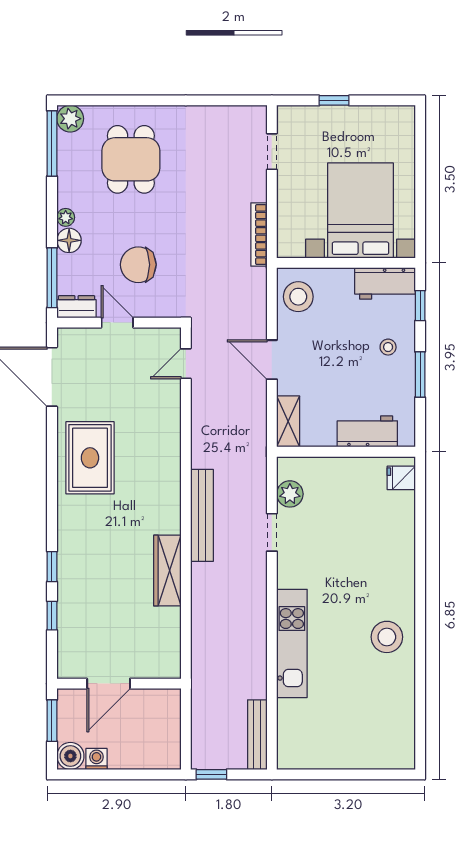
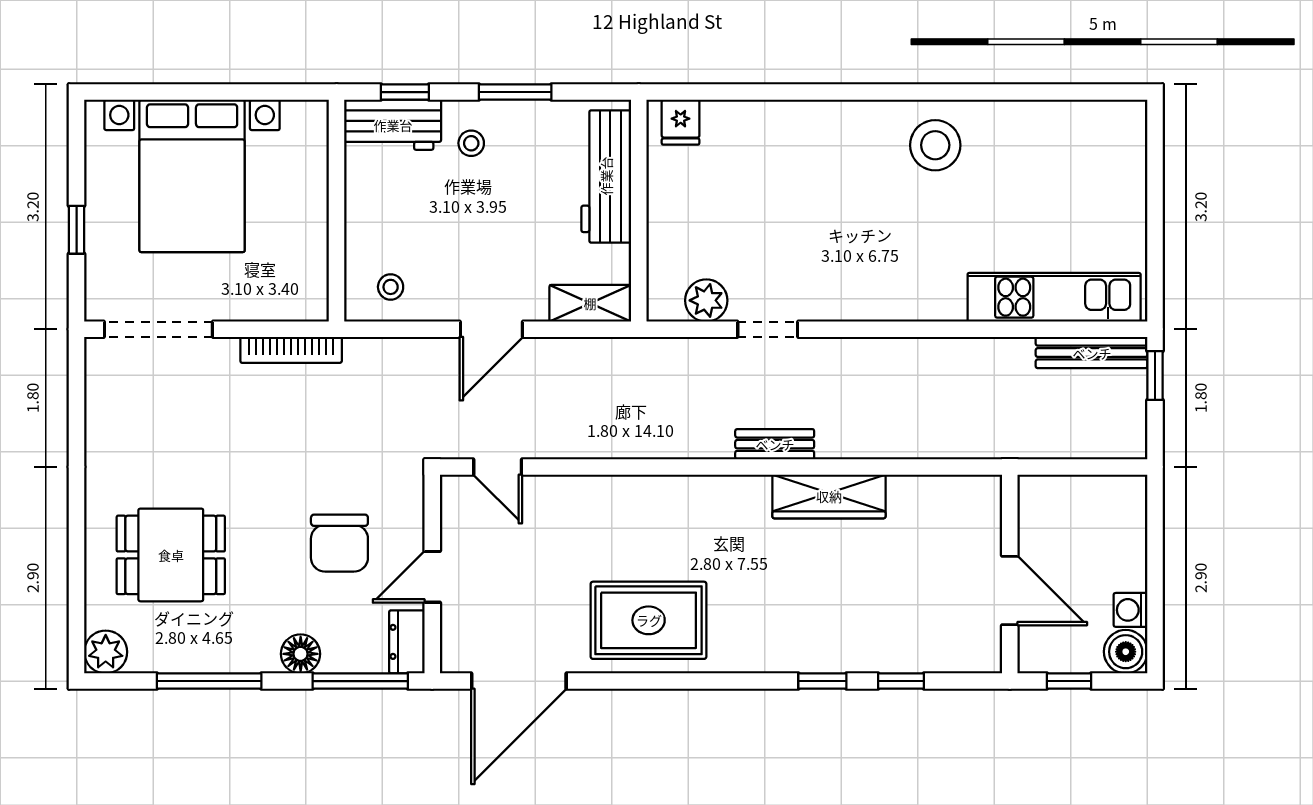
window: (52, 143) -> (209, 681), moved
doorway: (272, 152) -> (158, 329), width x1.88
bed with nightstands: (360, 211) -> (192, 176), moved, turned -90
plant: (66, 217) -> (264, 659), removed
workbench: (385, 283) -> (393, 125), moved, turned 90
stool: (298, 297) -> (391, 287), width x0.53, depth x0.53
workbench: (367, 431) -> (606, 176), width x1.38
bench: (202, 515) -> (775, 444), width x0.54, depth x0.82
kitchen unit: (292, 643) -> (1054, 297), moved
window: (52, 721) -> (1069, 681), width x0.67
window: (211, 774) -> (1155, 375), moved

